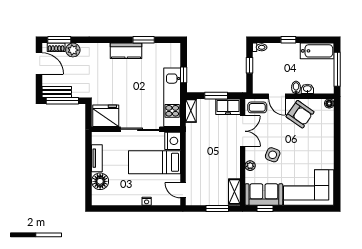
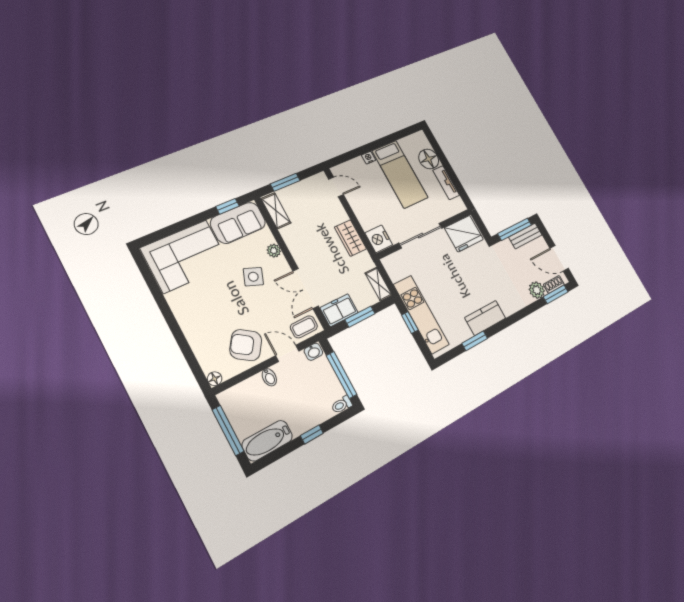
window: (250, 65) -> (342, 375), width x2.17
washbasin: (307, 89) -> (313, 352), moved
kitchen unit: (172, 97) -> (421, 314), moved
wardrobe: (193, 151) -> (350, 238), added
bed: (155, 162) -> (400, 174), moved, turned 90

